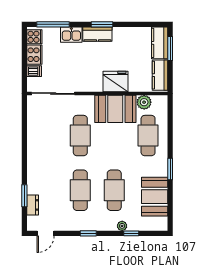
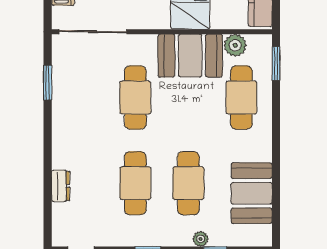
window: (170, 169) -> (276, 63), moved
window: (24, 196) -> (48, 83), moved
dresser: (33, 205) -> (61, 186), moved

